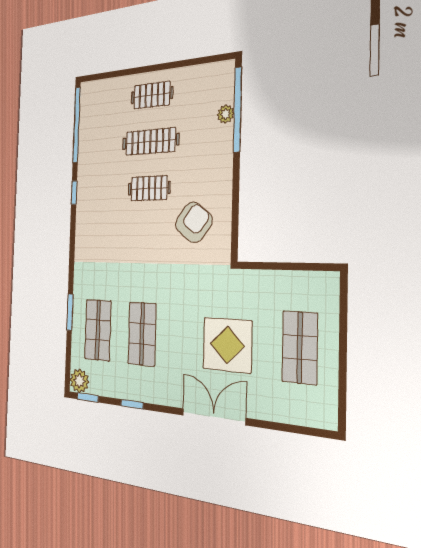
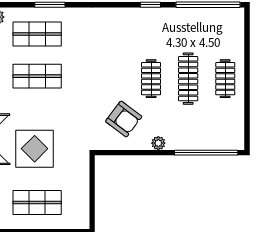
plant: (226, 114) -> (158, 143), moved

